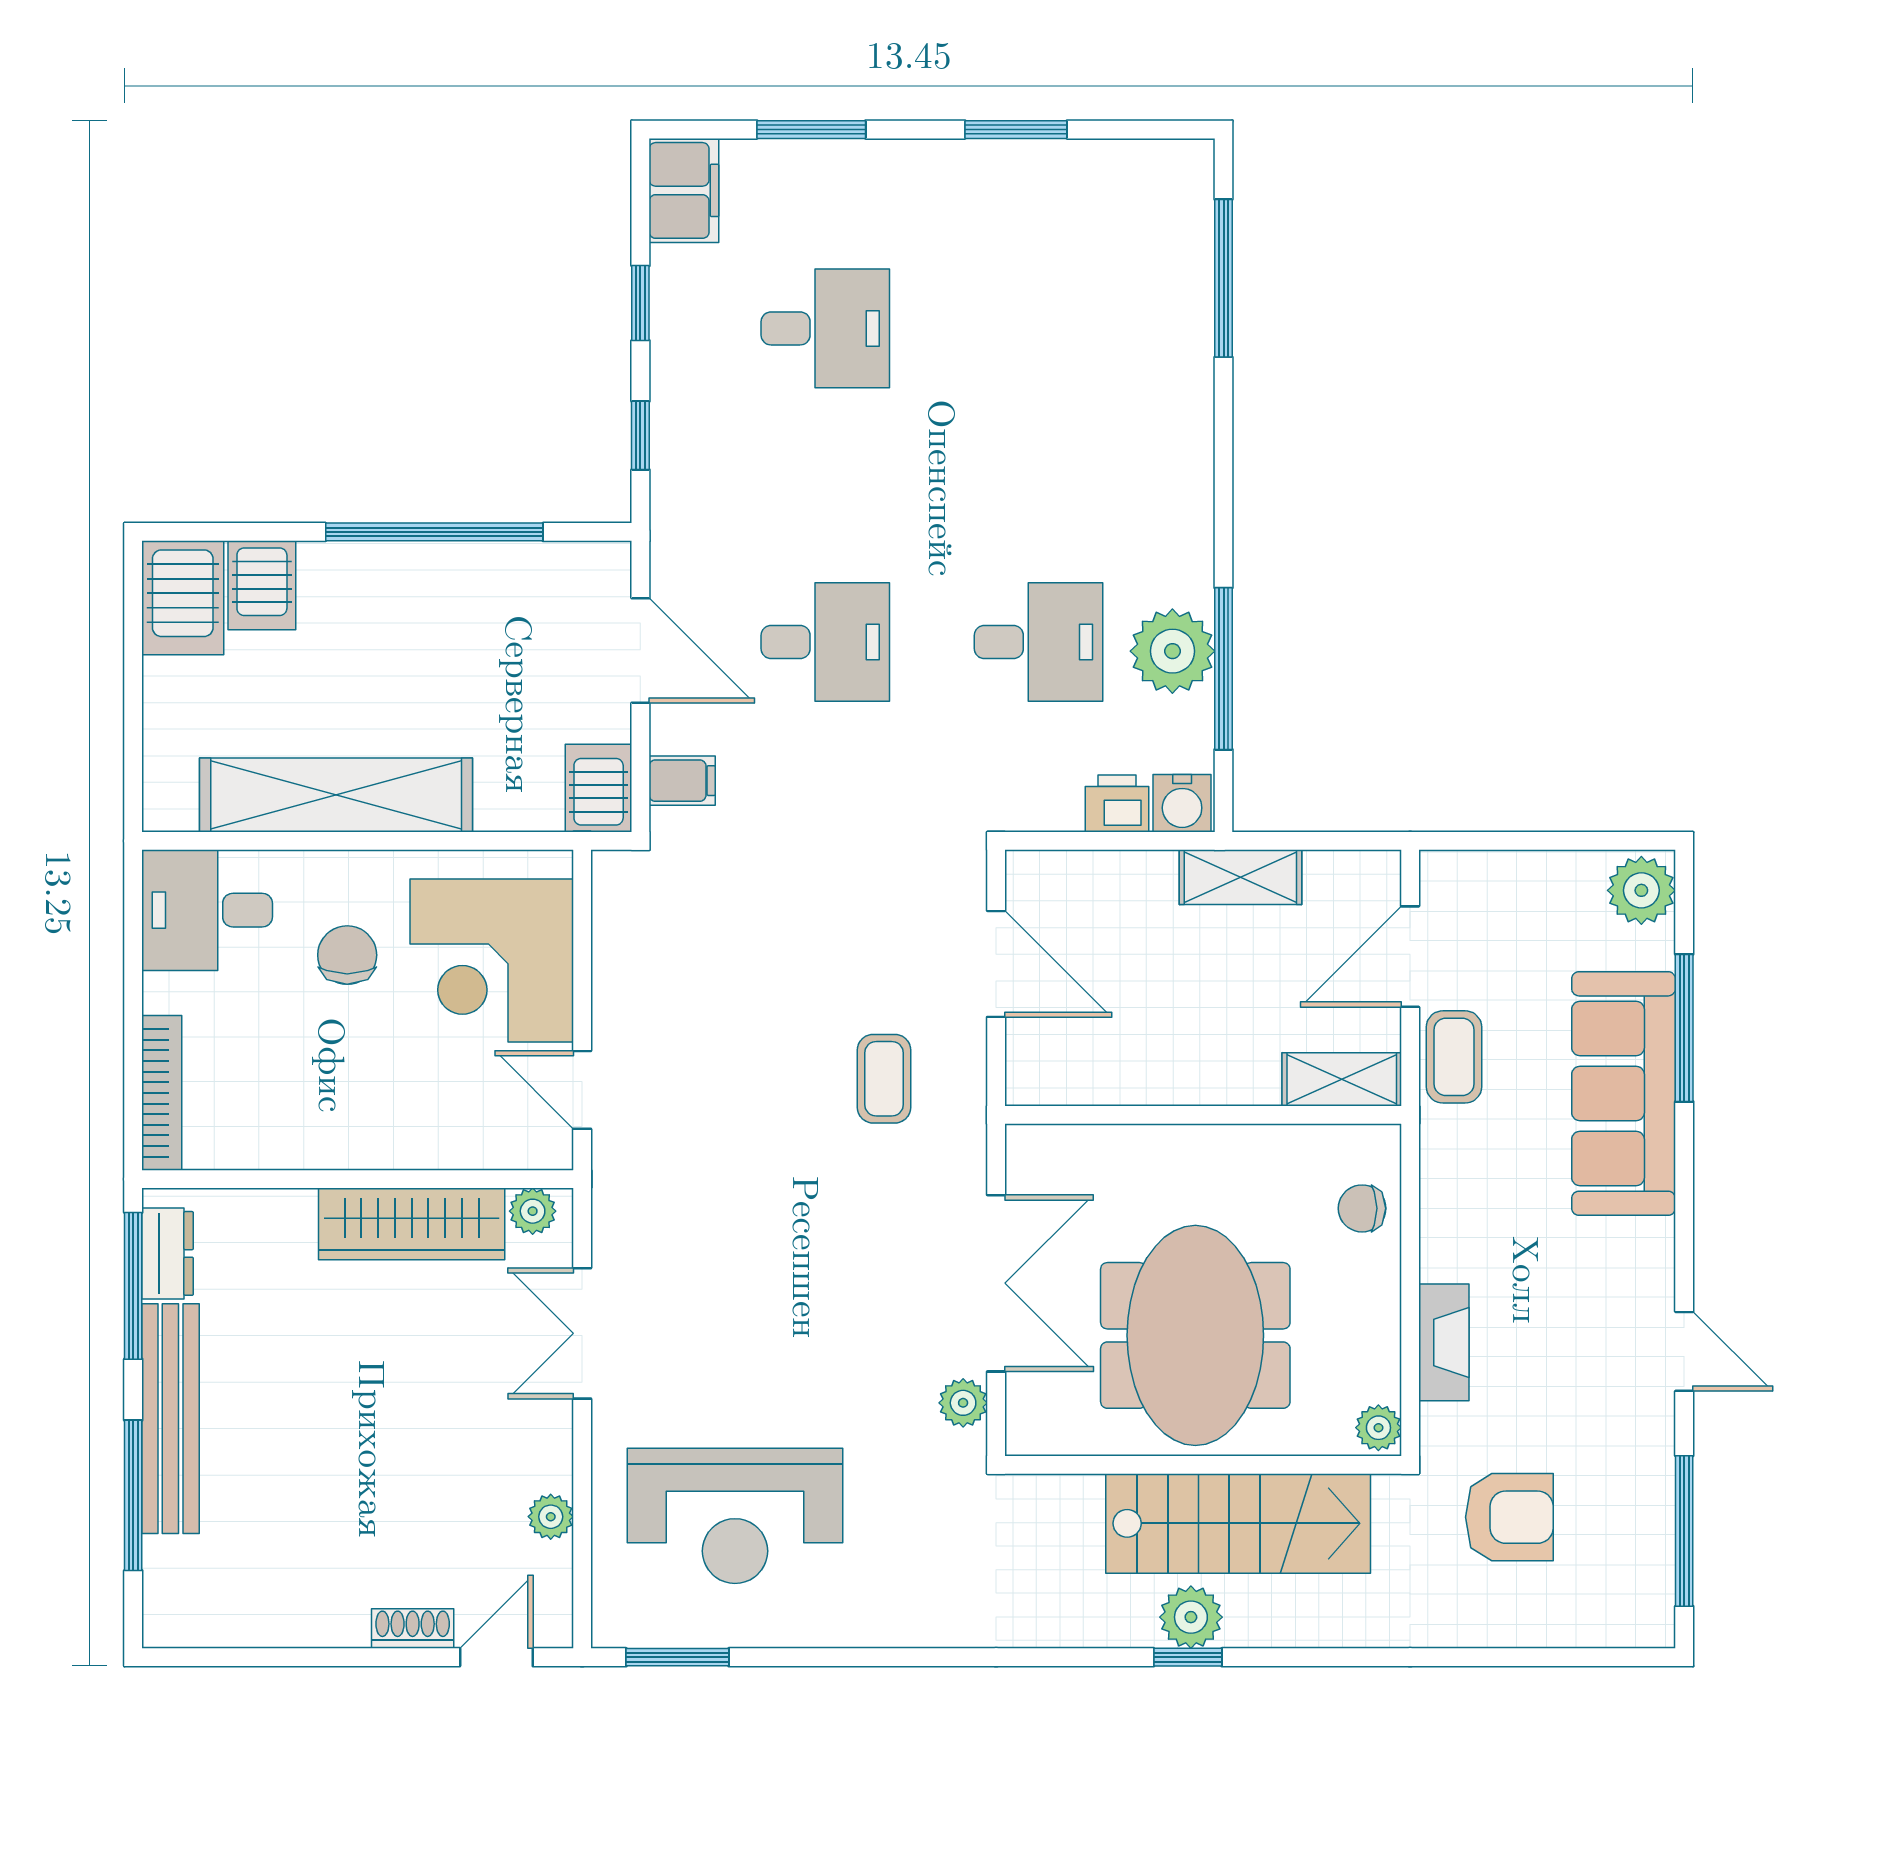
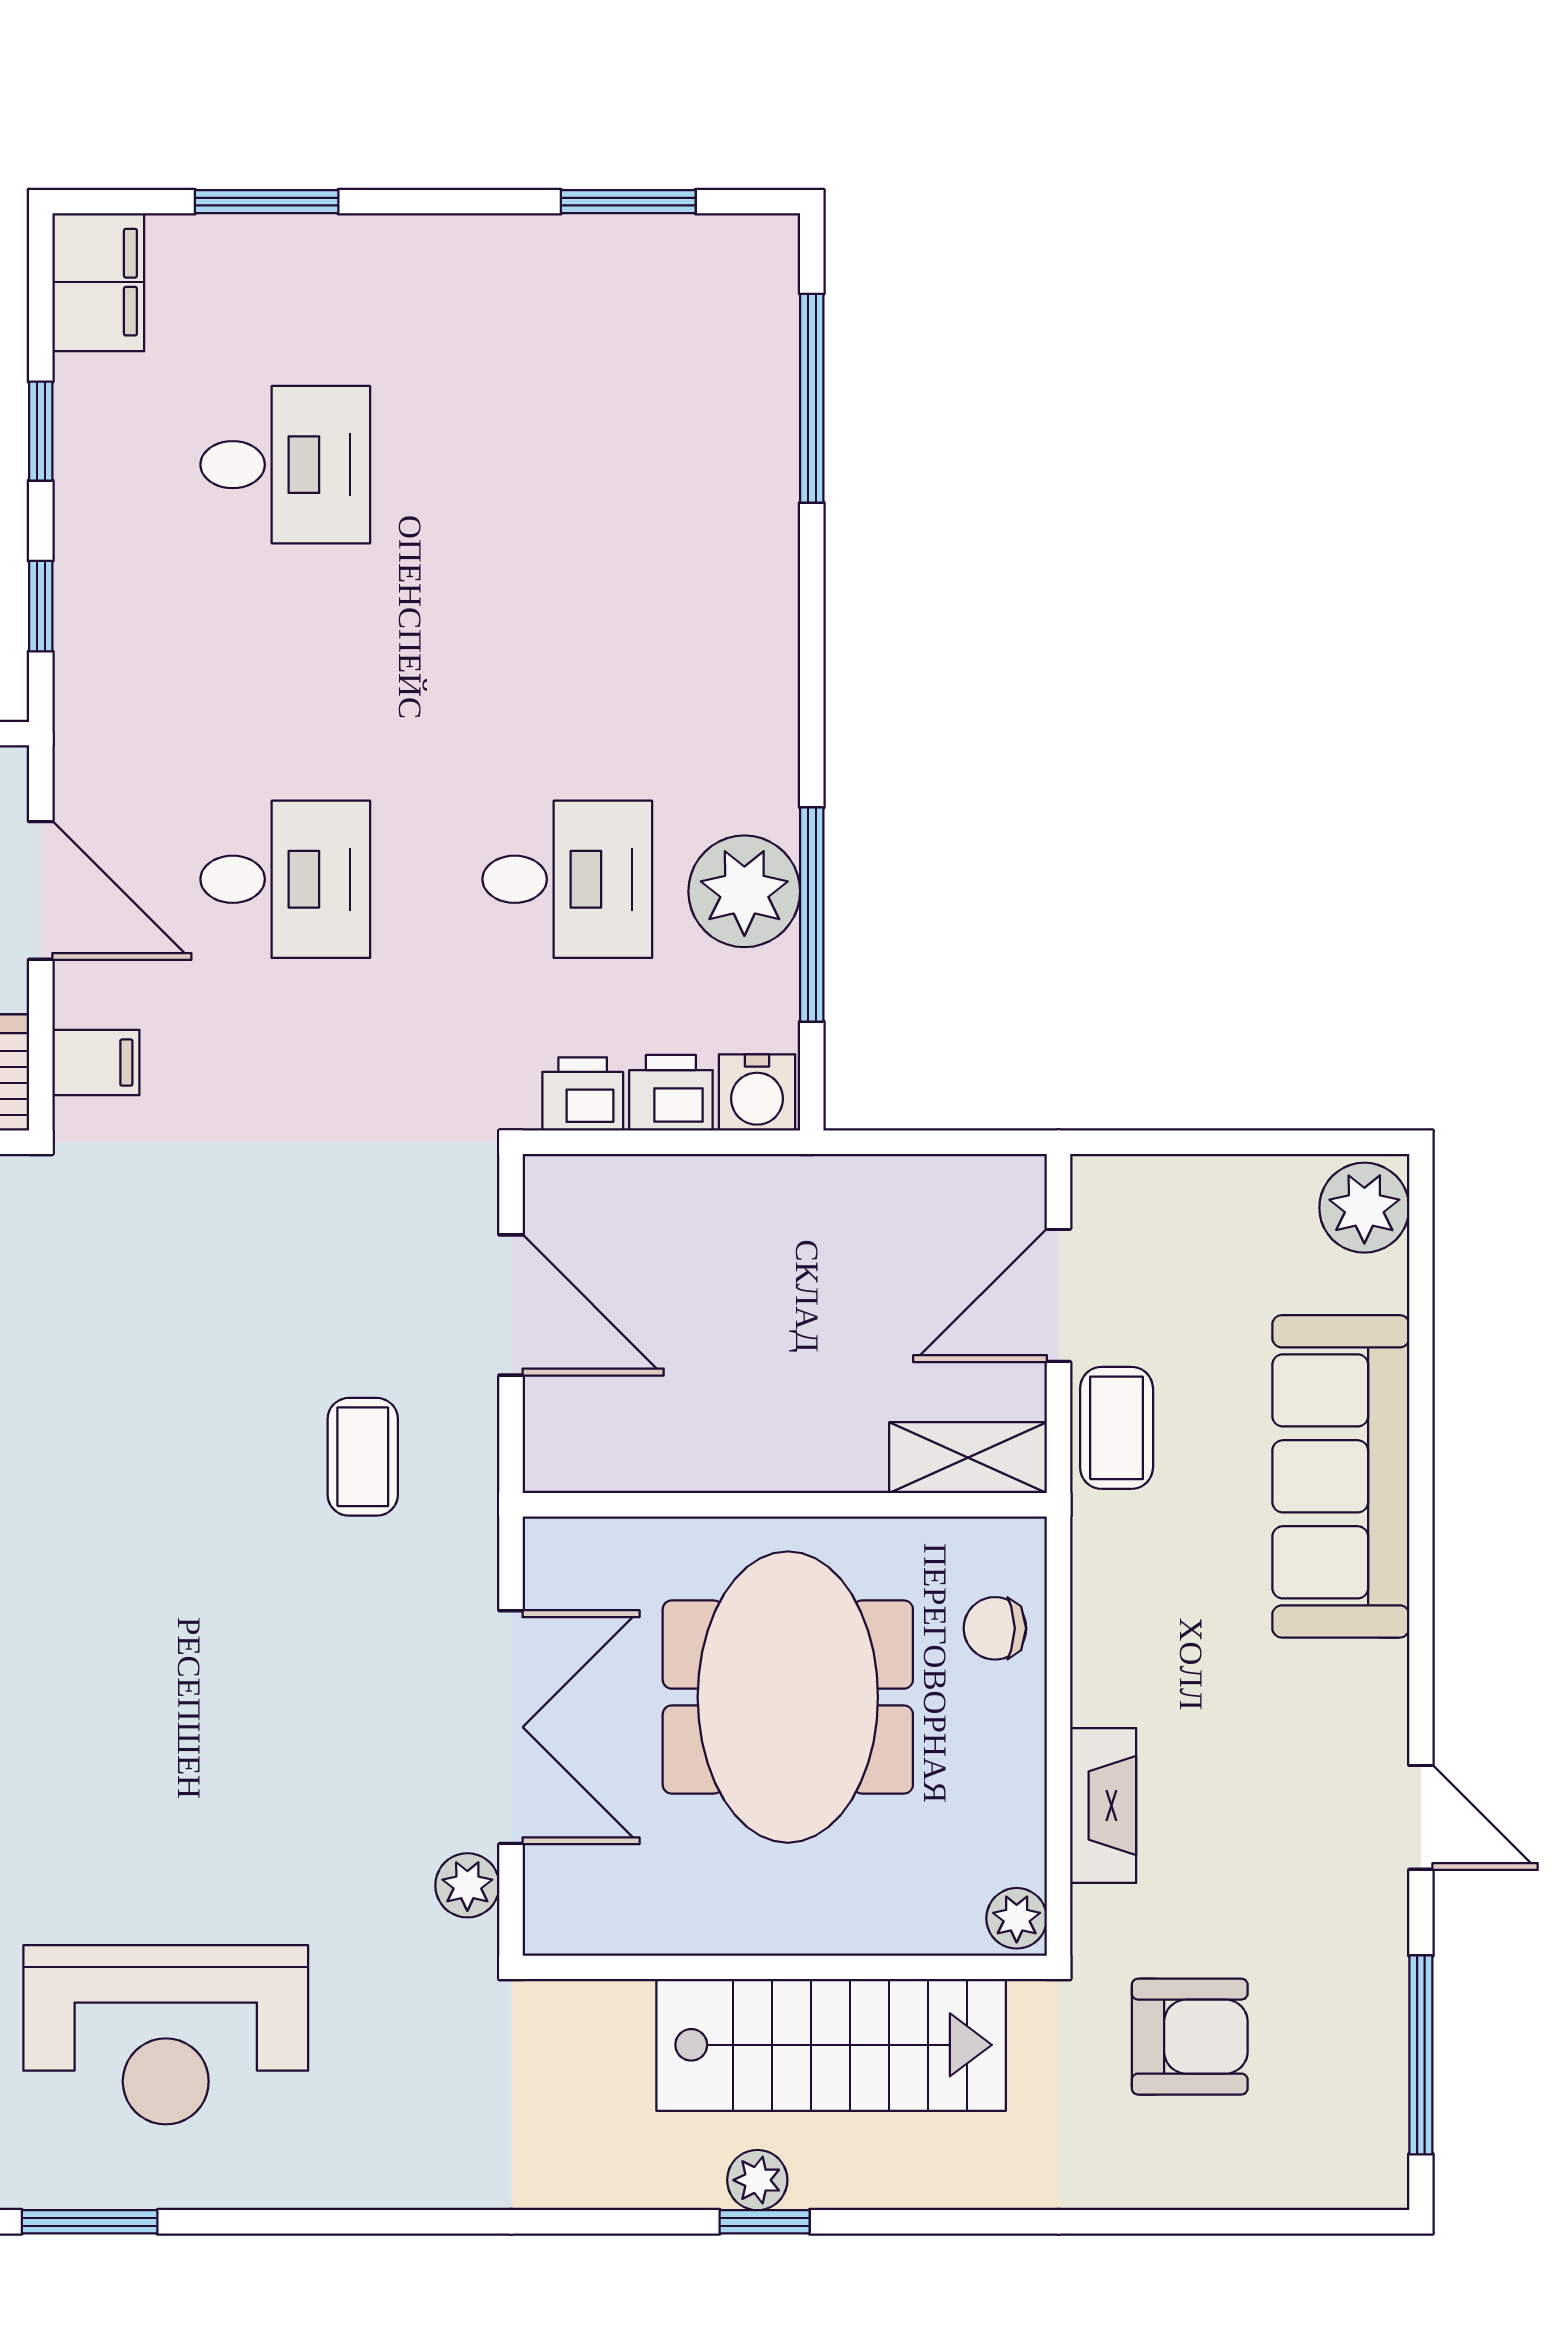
window: (1016, 130) -> (628, 202), moved
printer: (1050, 804) -> (583, 1094), added
shelving: (1240, 877) -> (834, 1190), removed
window: (1684, 1028) -> (1421, 1390), removed
meeting table: (1195, 1335) -> (788, 1697), moved
plant: (1191, 1617) -> (757, 2180), width x0.73, depth x0.73

